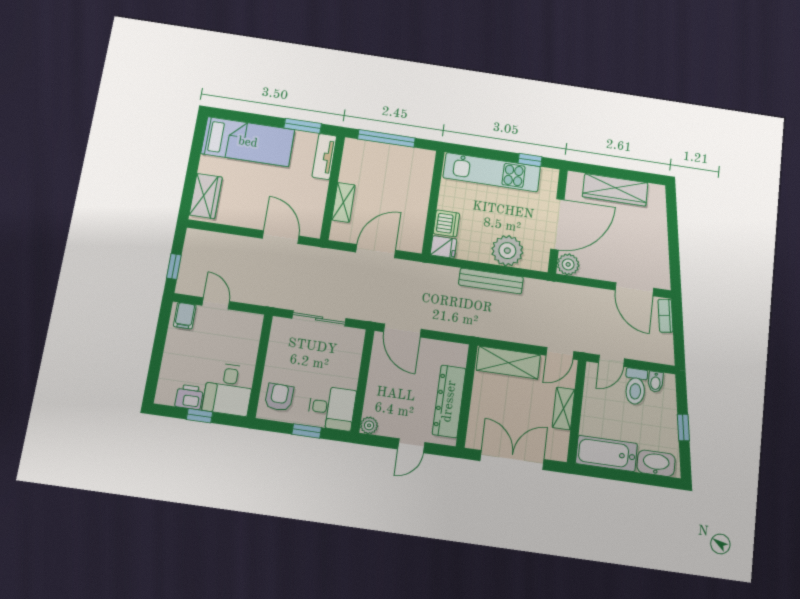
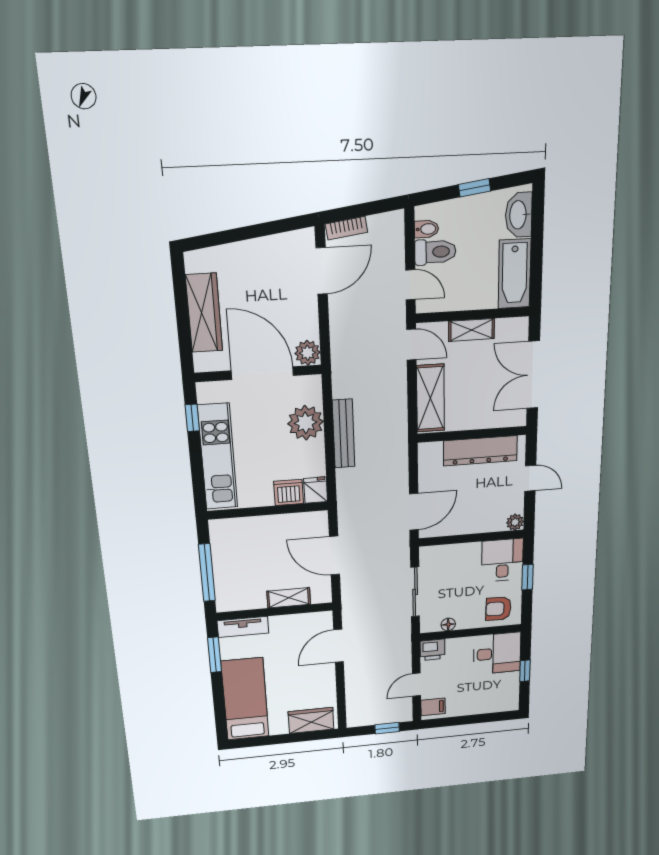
floor lamp: (275, 345) -> (448, 624), added
printer: (189, 397) -> (432, 650), moved, turned -90

